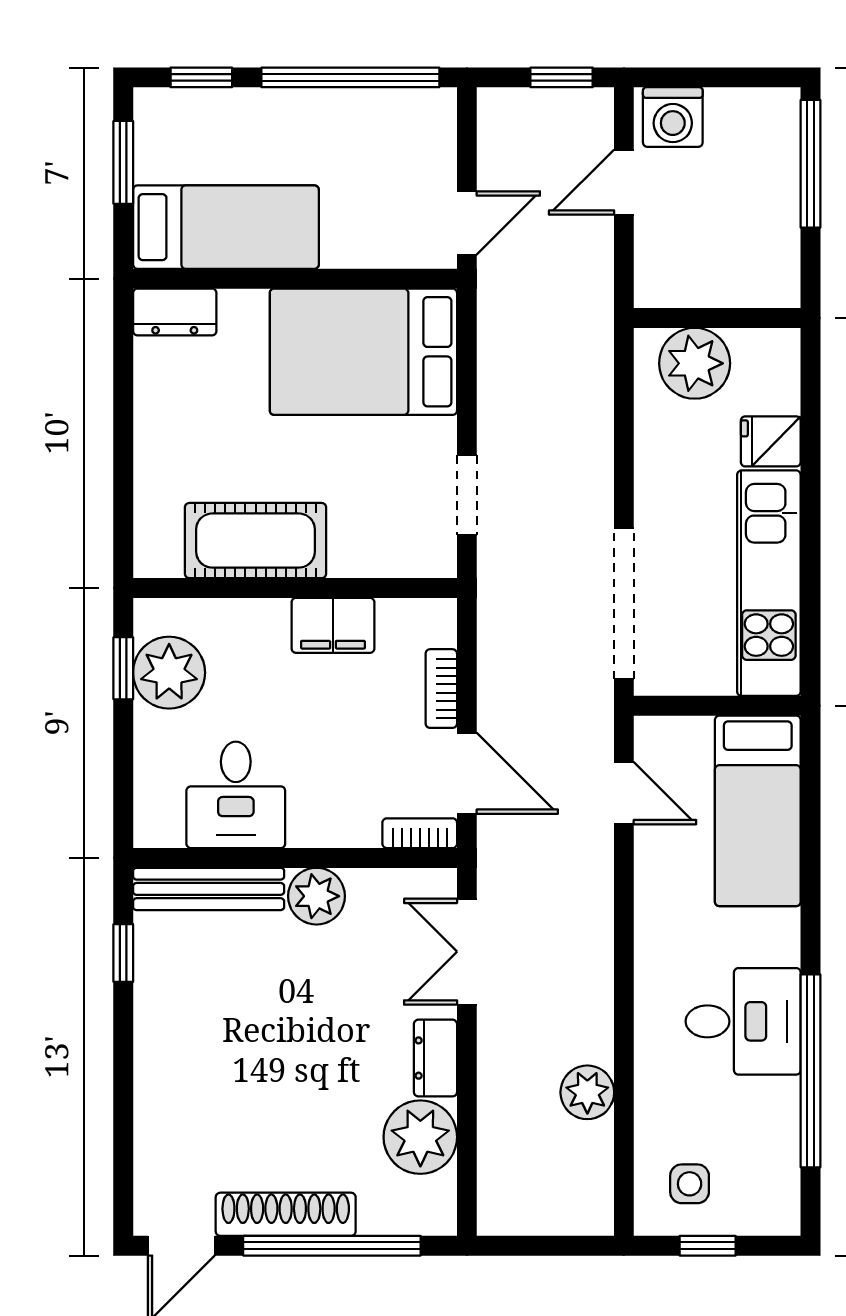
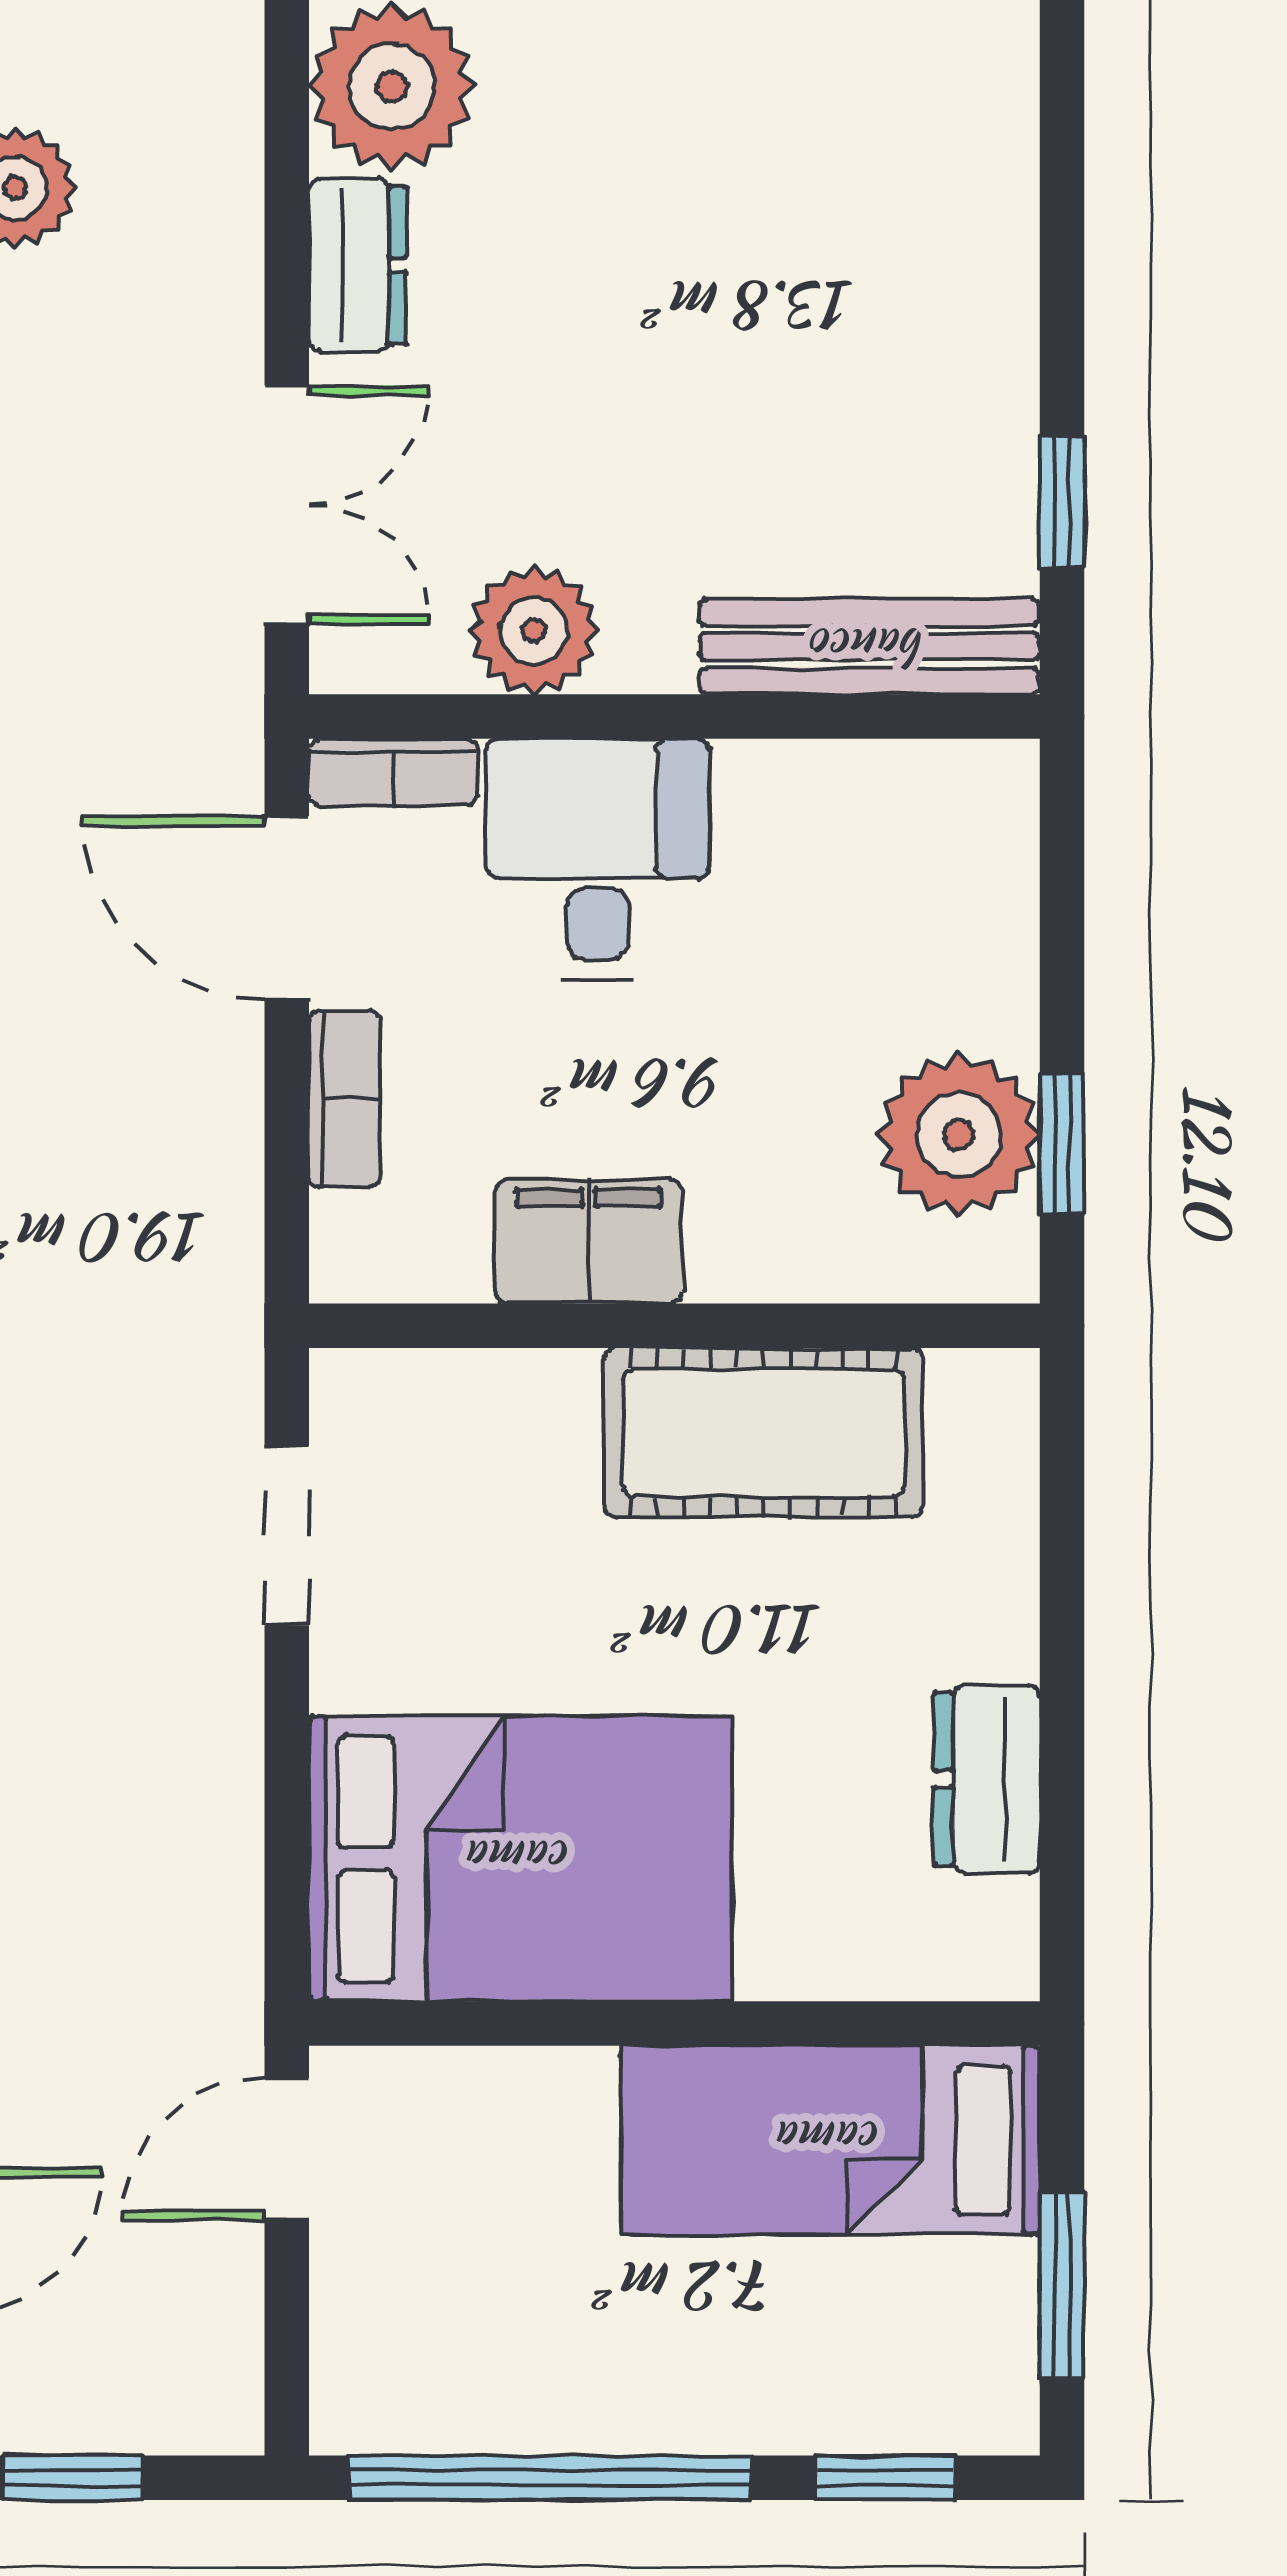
dresser: (175, 312) -> (987, 1779), moved, turned -90
desk: (236, 795) -> (598, 859), moved
plant: (316, 896) -> (534, 630), moved

